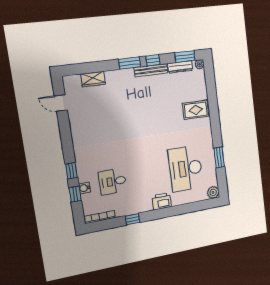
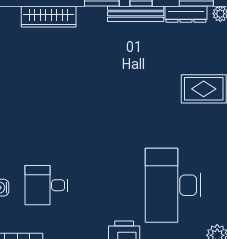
wardrobe: (93, 79) -> (49, 17), width x1.50

